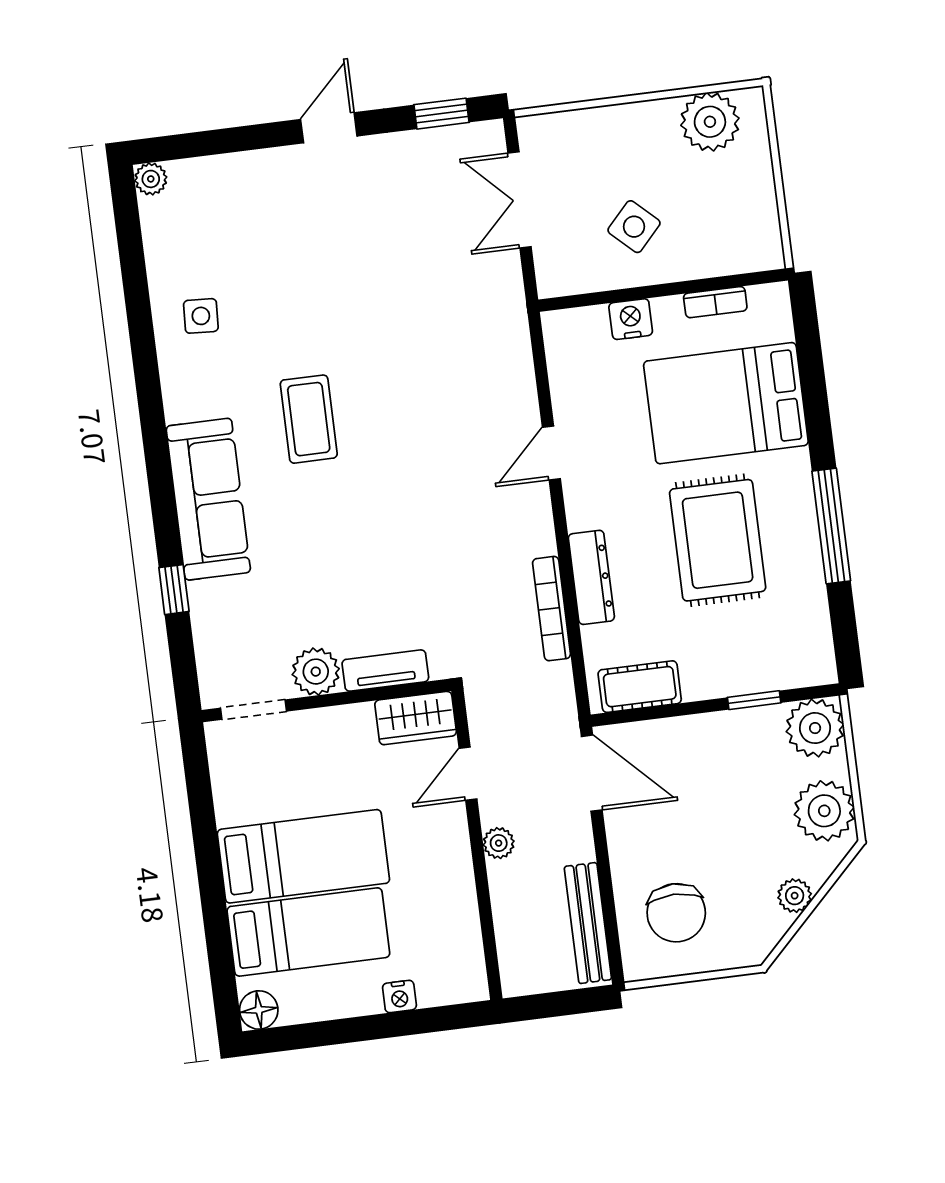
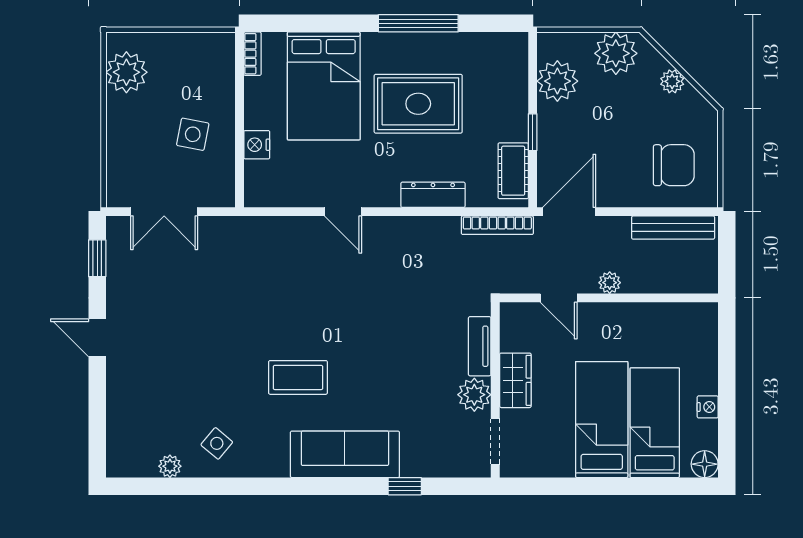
plant: (151, 179) -> (170, 466), moved
side table: (634, 227) -> (193, 134), turned -32
bookcase: (715, 302) -> (252, 54), moved
side table: (201, 316) -> (217, 443), turned 37
bookcase: (552, 609) -> (497, 225), moved
window: (754, 700) -> (533, 132), moved
wardrobe: (416, 718) -> (515, 380), moved
plant: (815, 728) -> (557, 81), moved
nightstand: (399, 997) -> (708, 407), moved

